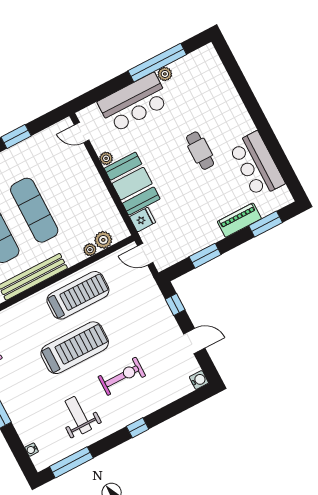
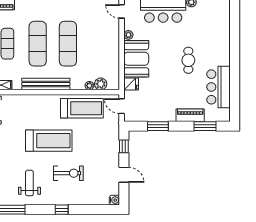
treadmill: (78, 295) -> (82, 108), moved

